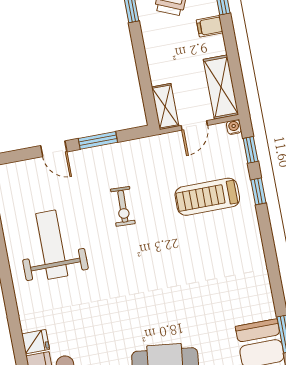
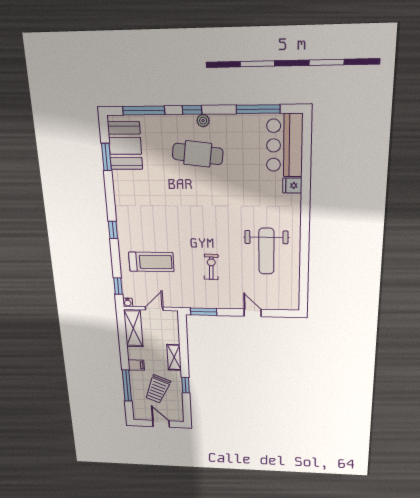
shelving: (165, 107) -> (174, 357), moved
window: (98, 140) -> (204, 312), moved
window: (258, 191) -> (113, 230), moved

